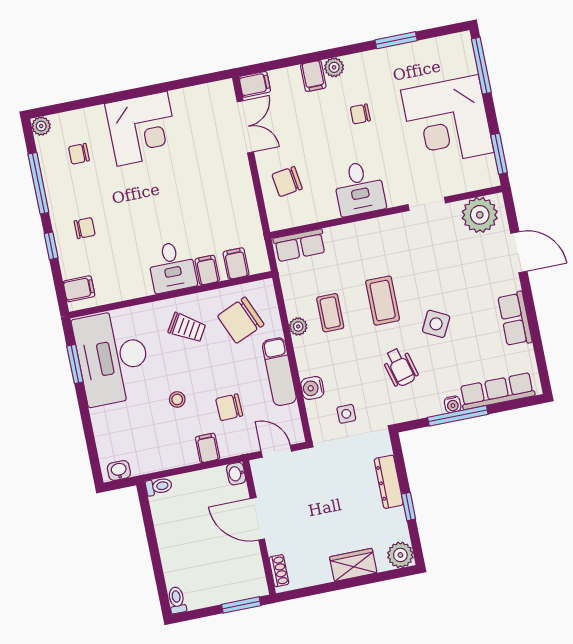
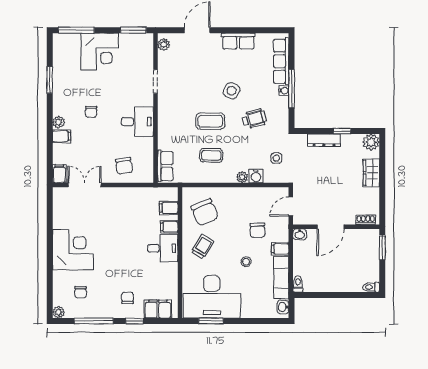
corner desk: (447, 121) -> (100, 52), width x0.74, depth x0.74
plant: (480, 215) -> (164, 45), width x0.53, depth x0.53
filing cabinet: (79, 289) -> (158, 309), width x2.00
plant: (298, 326) -> (242, 177), moved
exam couch: (279, 372) -> (281, 278), moved, turned 90

